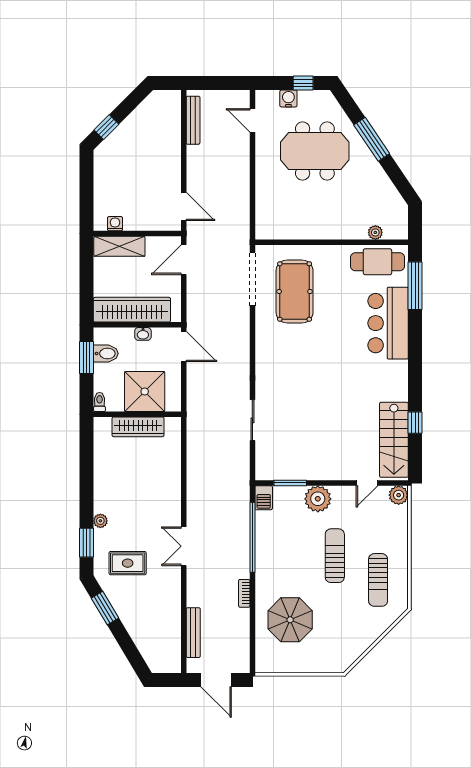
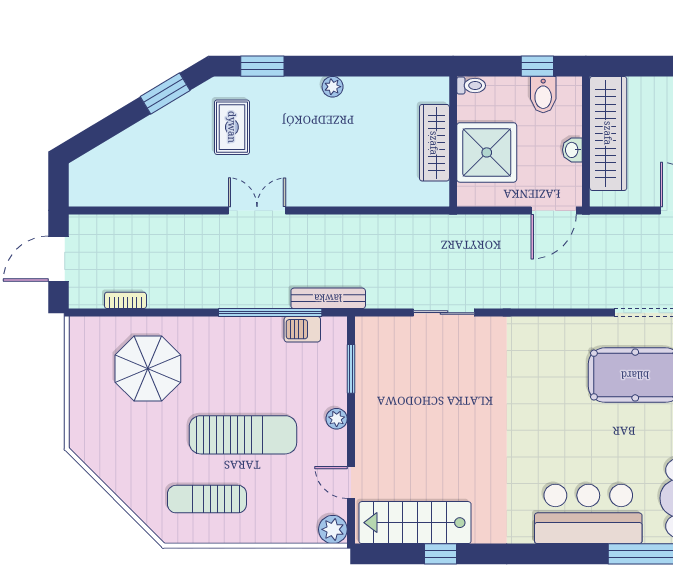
window: (86, 357) -> (537, 66), width x0.67
barbecue: (264, 498) -> (302, 329), moved
plant: (318, 499) -> (337, 419), width x0.53, depth x0.53
plant: (100, 521) -> (333, 87), moved
sun lounger: (335, 556) -> (243, 435), width x1.36, depth x1.34
bookcase: (244, 593) -> (125, 300), moved
bench: (193, 633) -> (328, 298), moved

